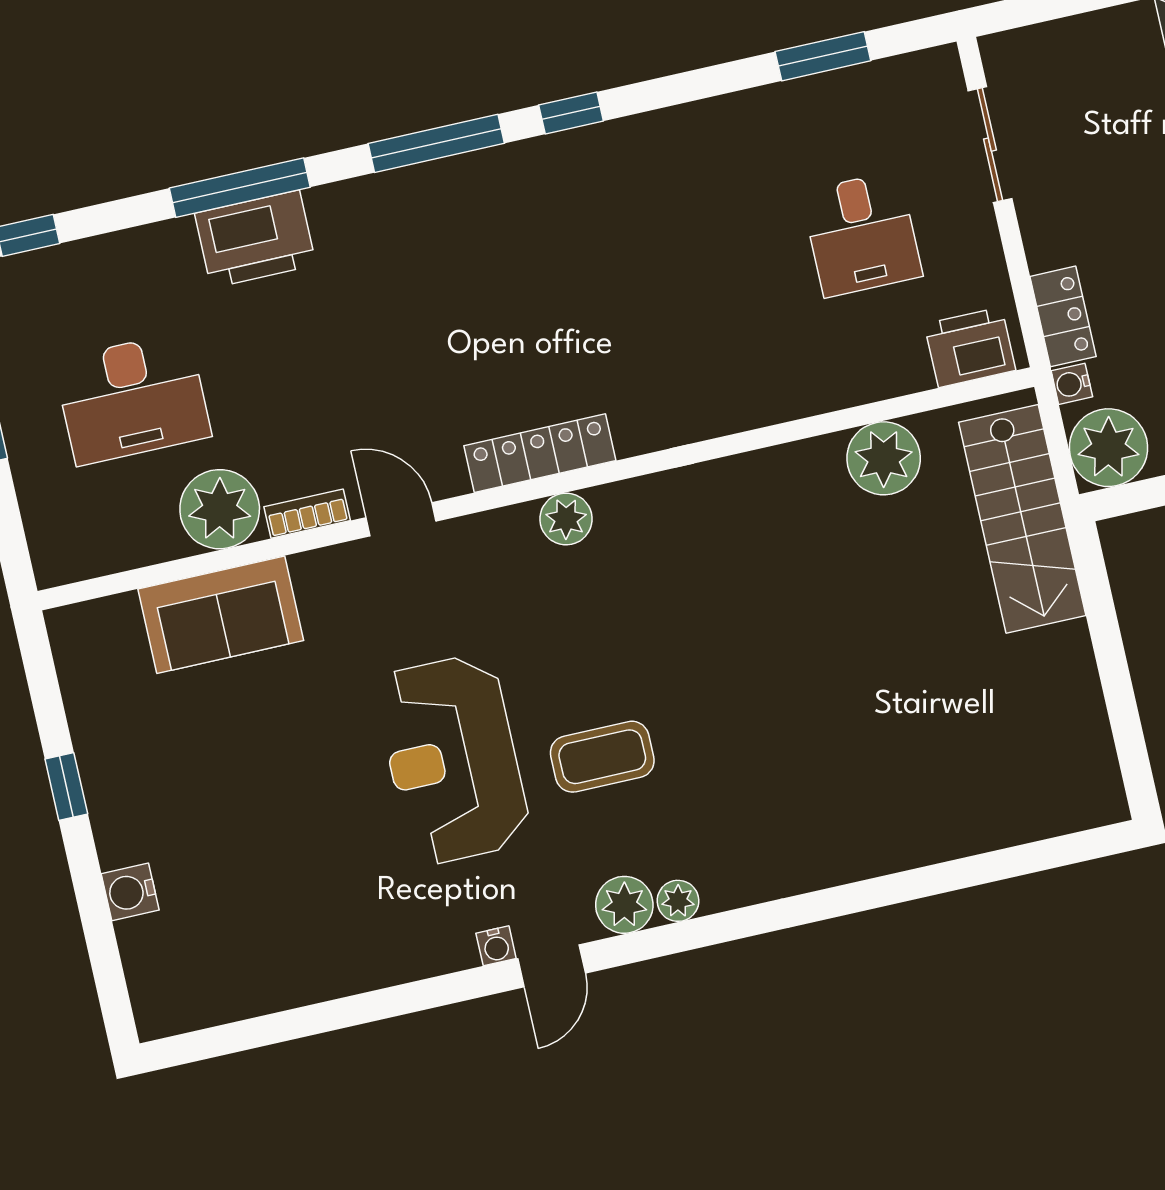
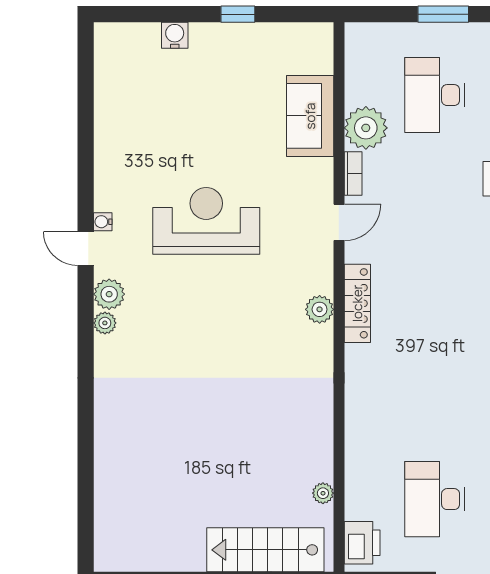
desk: (862, 234) -> (435, 499), width x1.37
plant: (884, 458) -> (323, 493), width x0.53, depth x0.53
coffee table: (602, 757) -> (190, 300), removed

